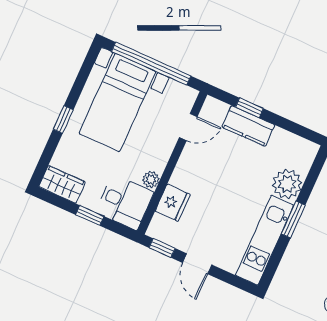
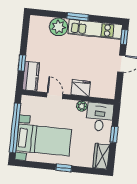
kitchen counter: (248, 126) -> (31, 76), moved
door: (188, 127) -> (55, 96), moved
fridge: (173, 203) -> (81, 88), moved
window: (162, 248) -> (124, 37), moved

